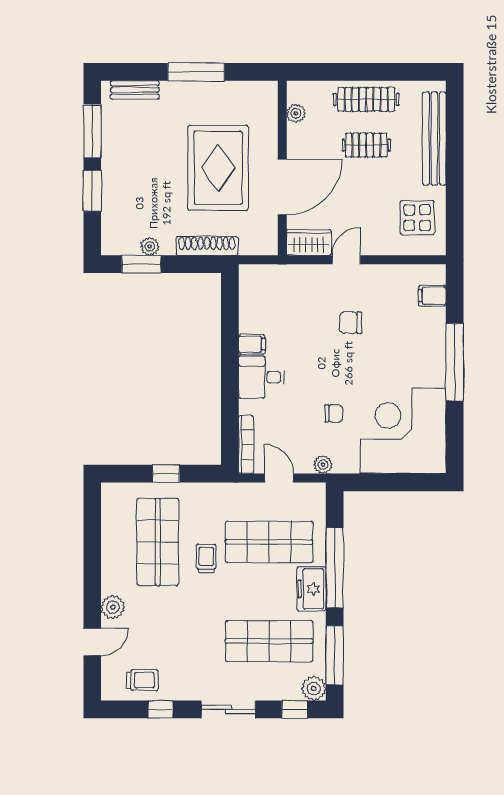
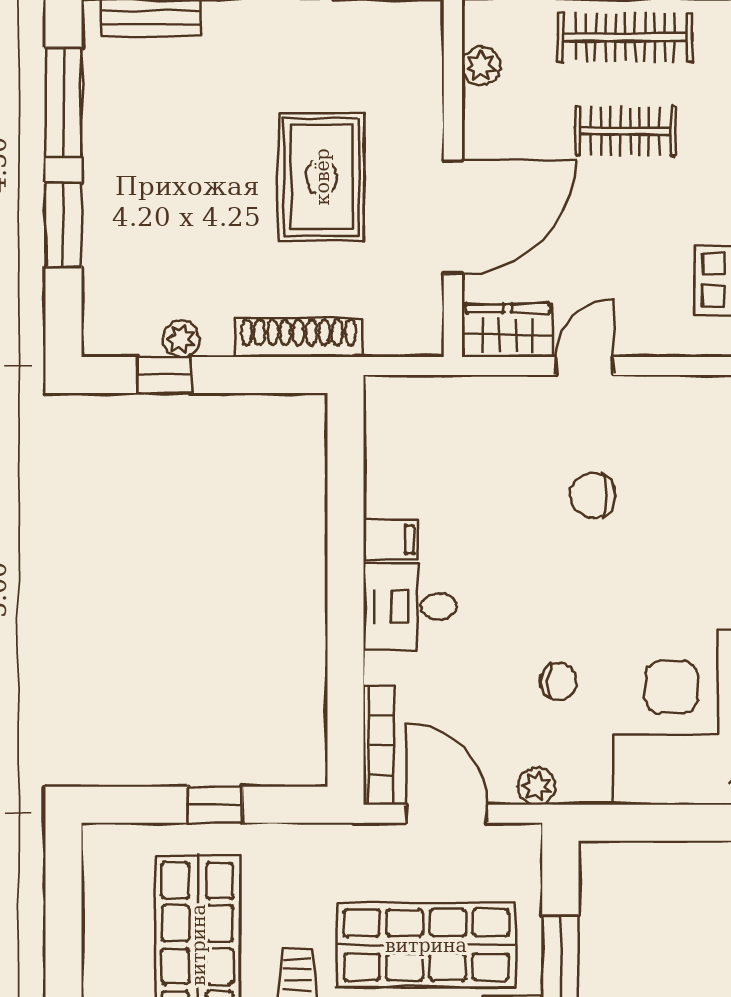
rug: (218, 168) -> (322, 177), width x0.73, depth x0.69
window: (141, 264) -> (164, 375), width x0.67
door: (279, 478) -> (447, 814), width x1.38

